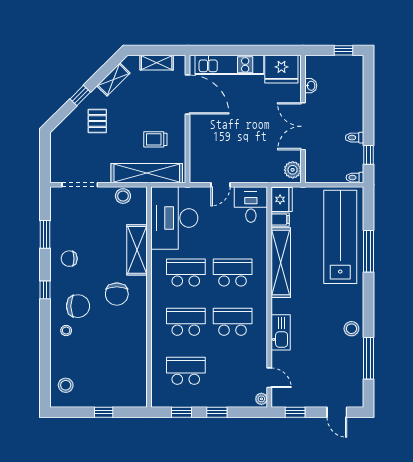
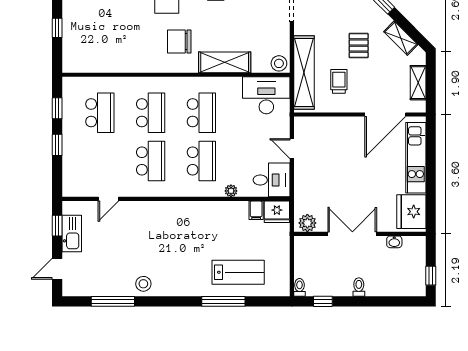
pallet: (97, 121) -> (359, 46), moved, turned 90
toilet: (355, 138) -> (359, 287), moved
stool: (123, 196) -> (279, 63), moved
desk: (174, 218) -> (266, 95), width x0.73, depth x0.77
lab bench: (340, 237) -> (238, 272), width x0.54, depth x0.72
shelving: (281, 263) -> (212, 211), removed
kitchen sink: (281, 332) -> (72, 233), moved, turned -90
door: (269, 378) -> (108, 199), moved
plant: (261, 399) -> (231, 191), moved

